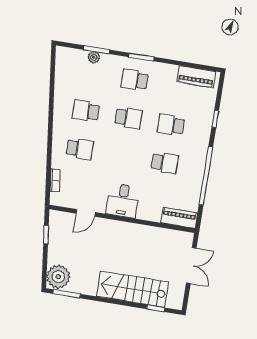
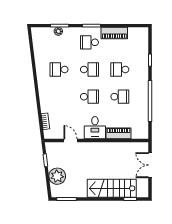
piano: (196, 77) -> (114, 33), moved
school desk: (80, 149) -> (89, 97), moved
door: (86, 213) -> (70, 141), swing flipped
piano: (179, 218) -> (119, 133), moved
double door: (191, 266) -> (150, 165), swing flipped
plant: (58, 277) -> (57, 176), moved

